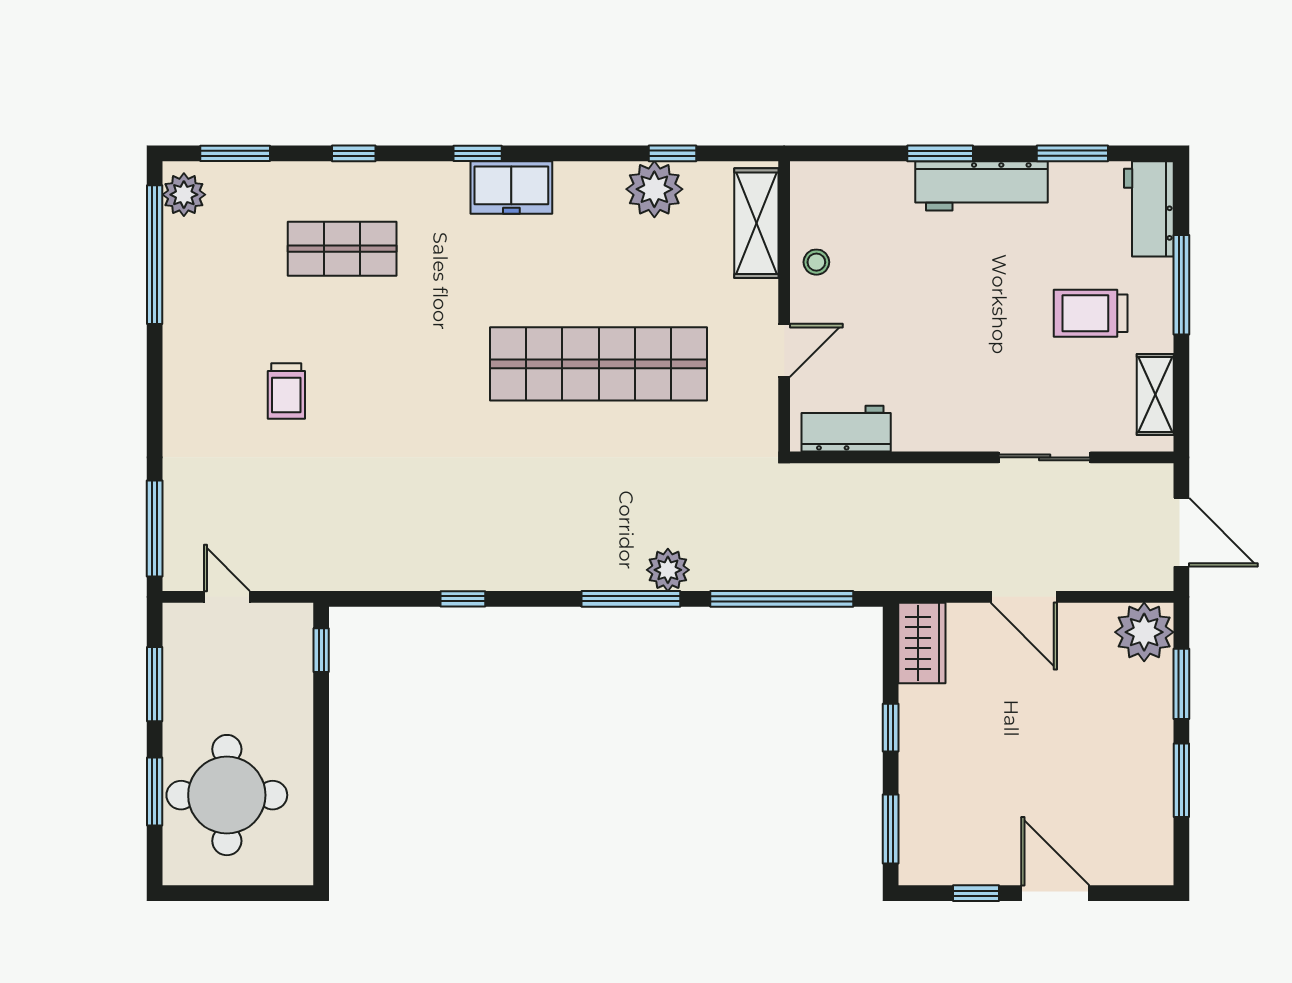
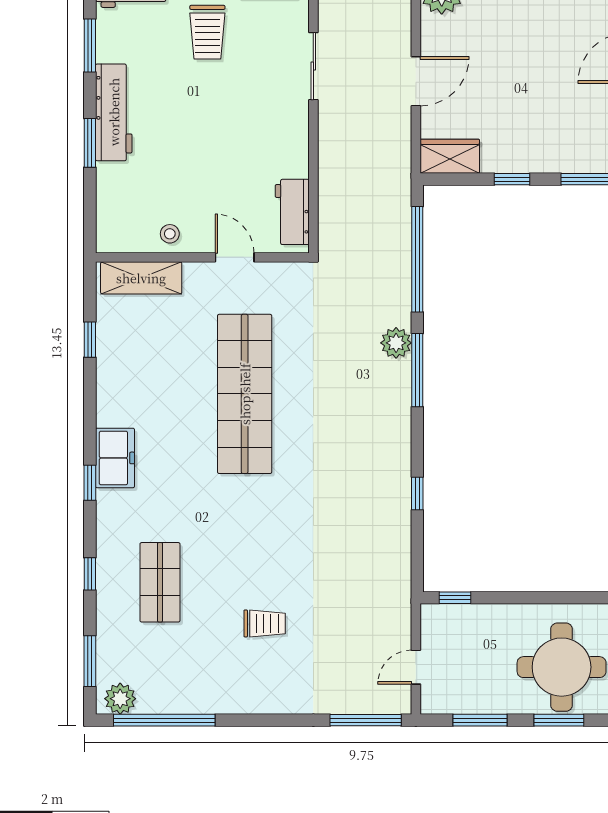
plant: (654, 189) -> (116, 353), removed

